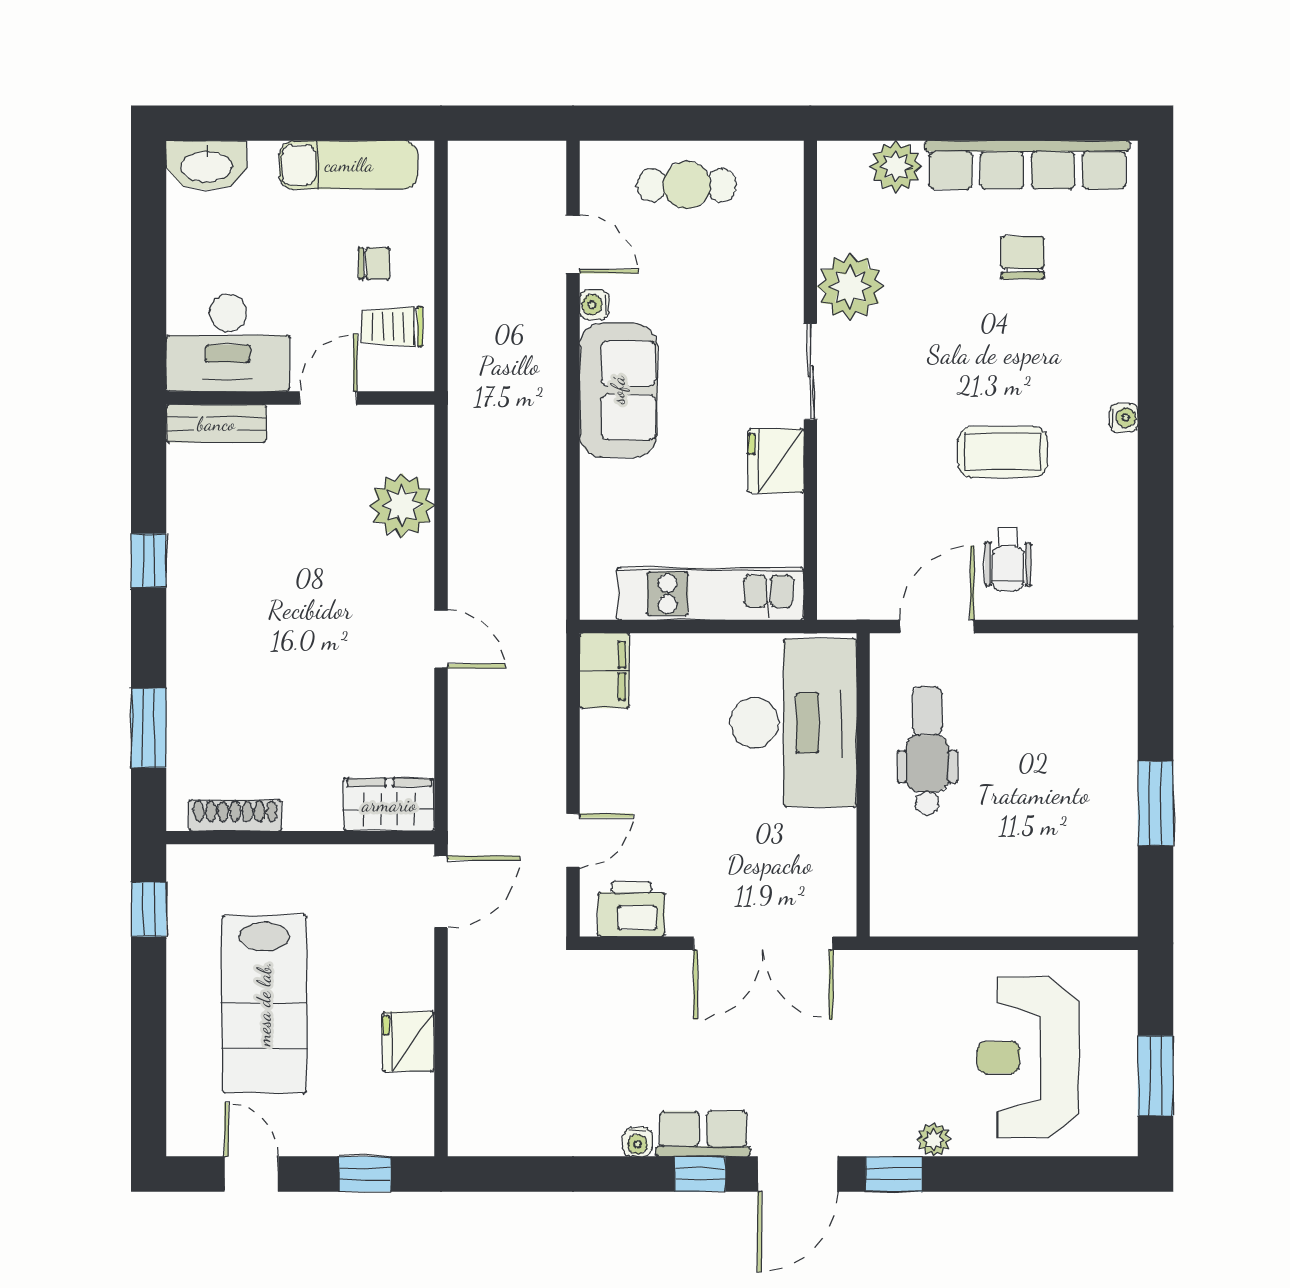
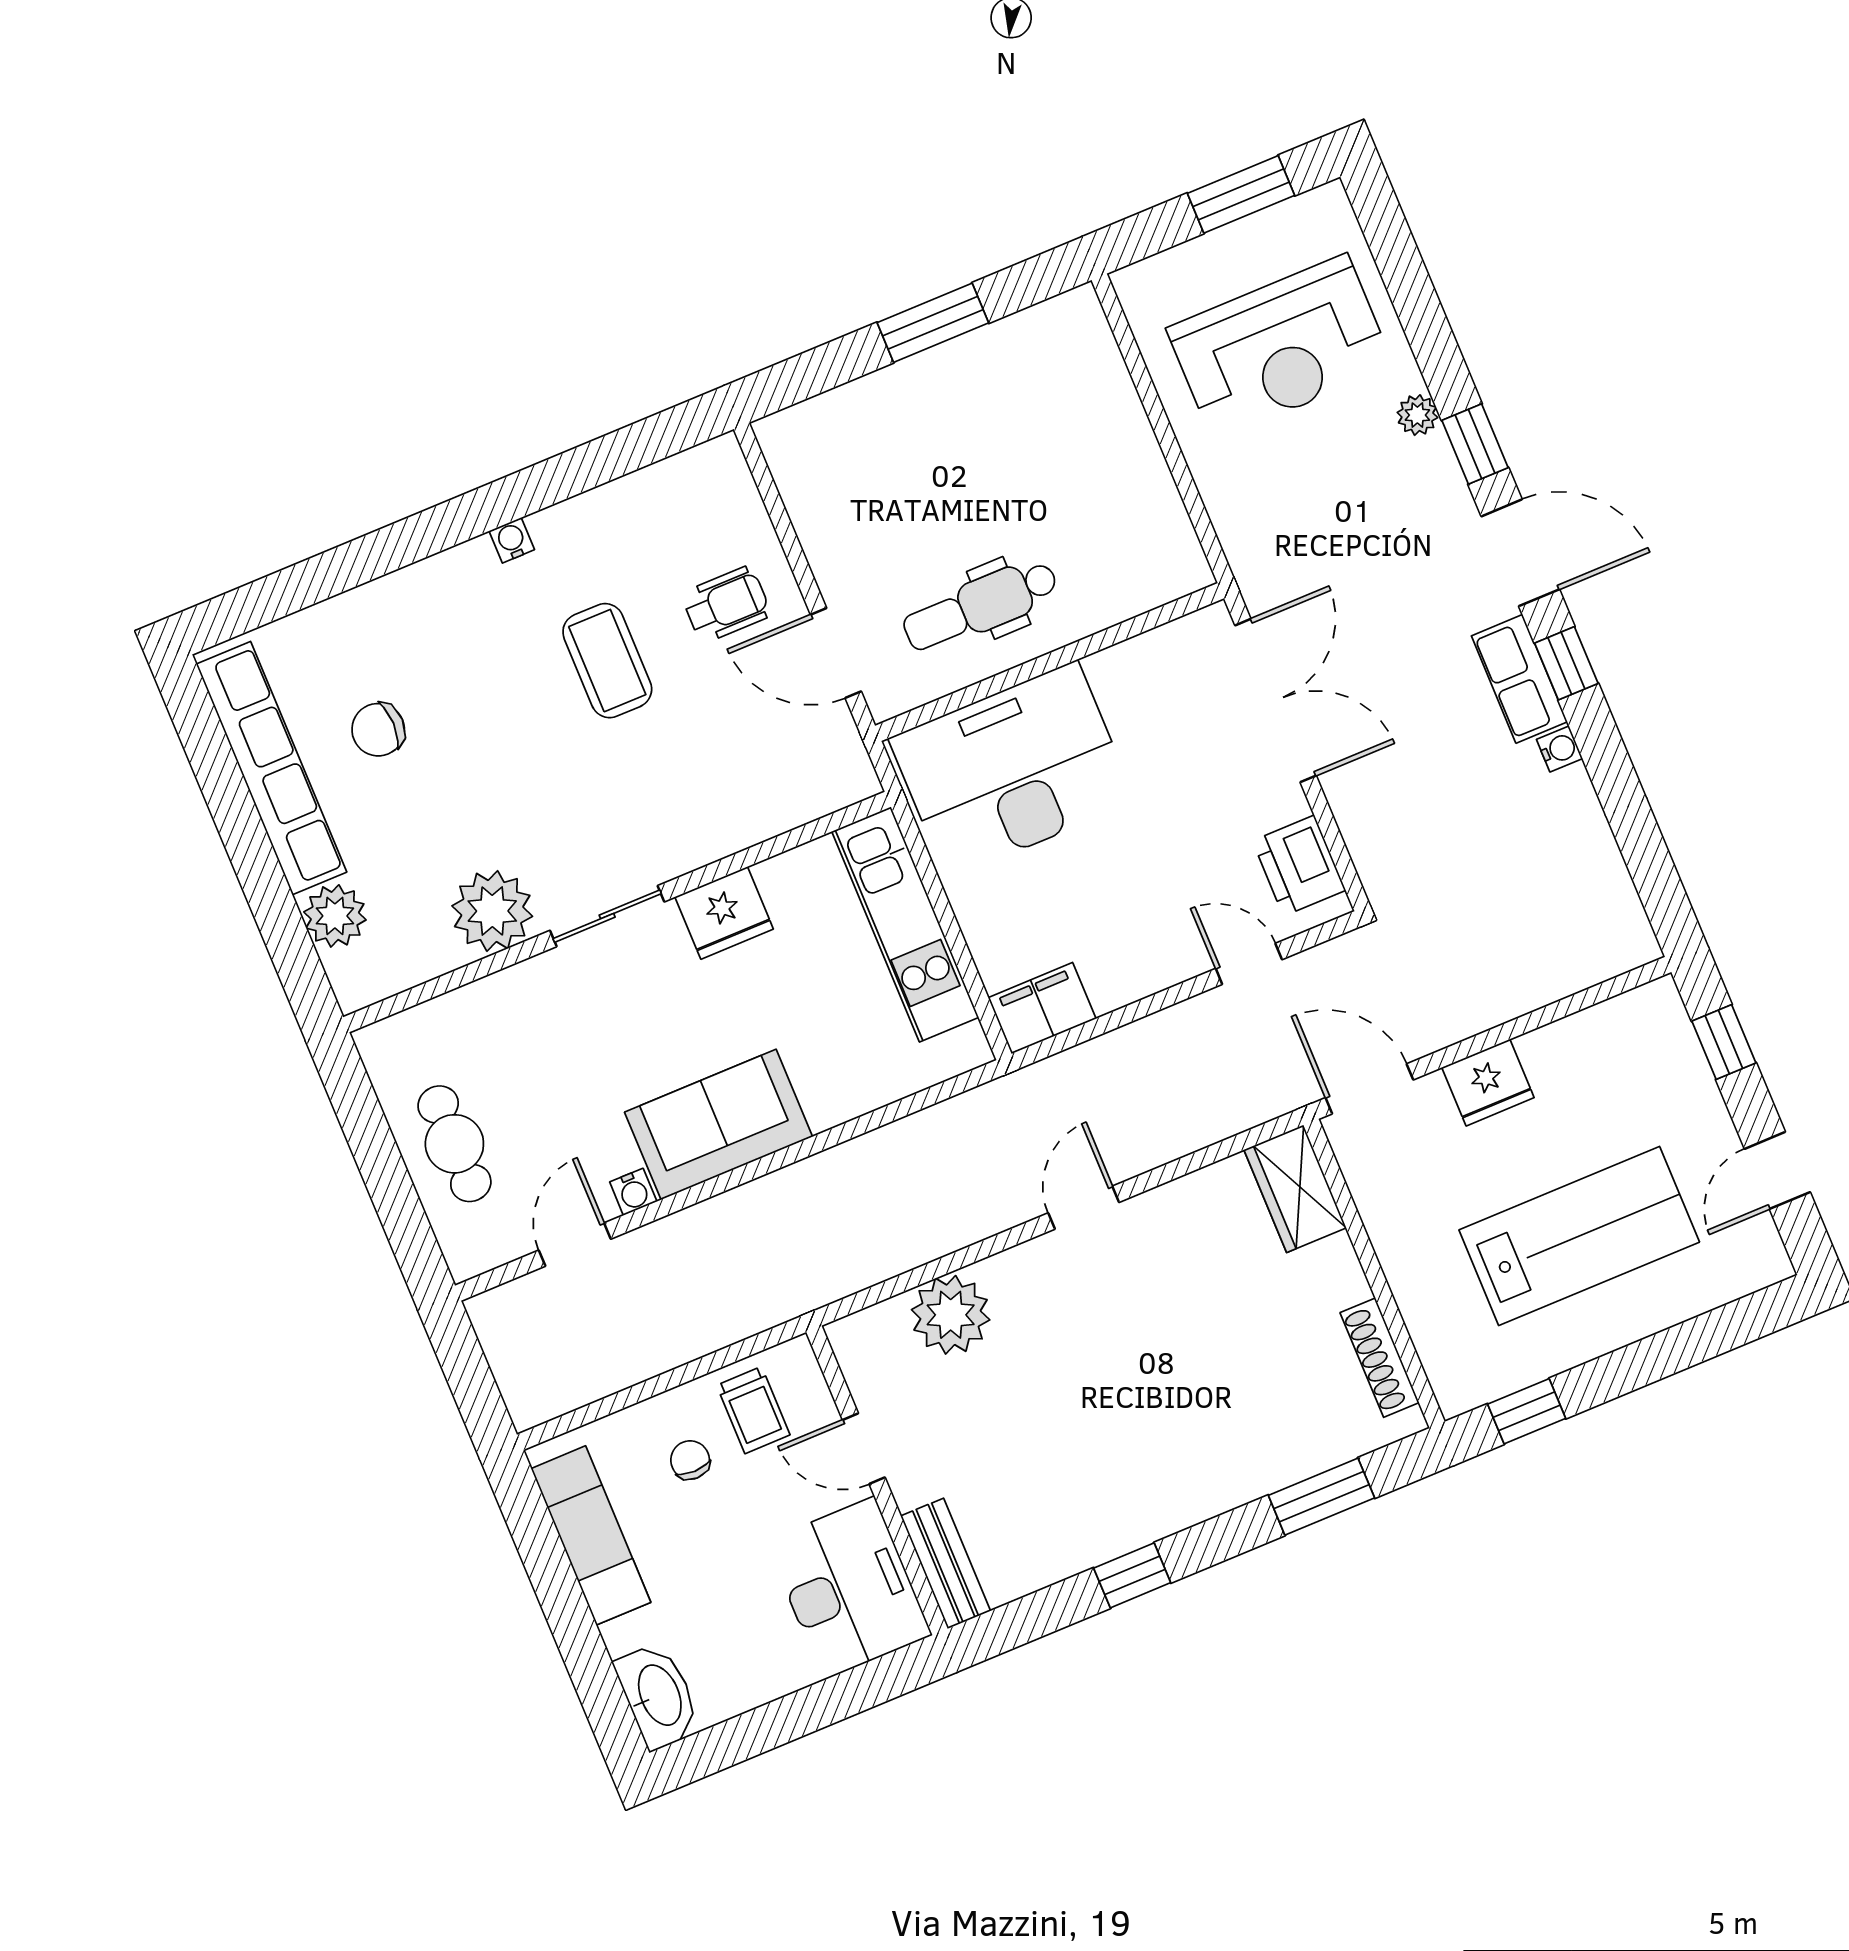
fridge: (408, 1041) -> (1488, 1083), moved

